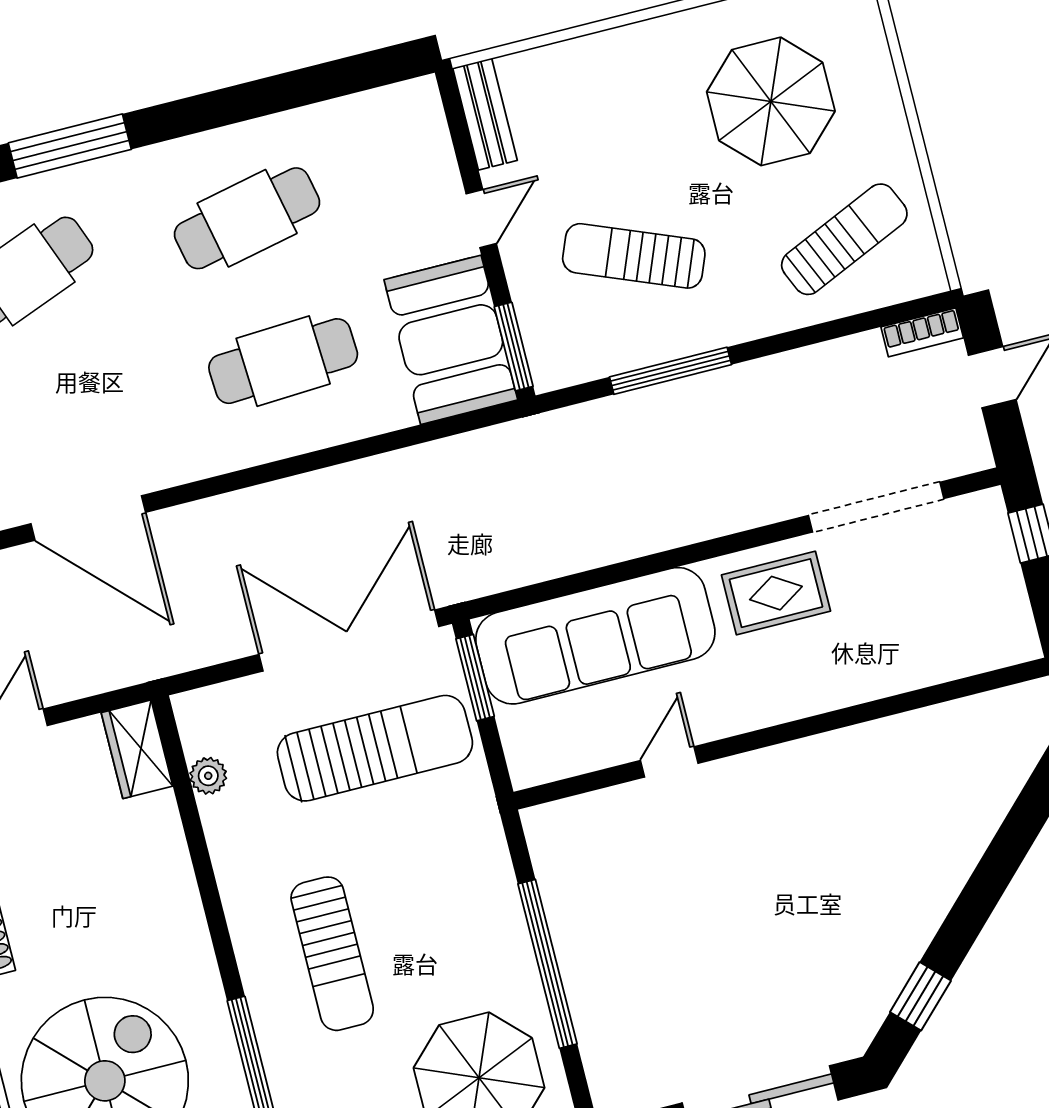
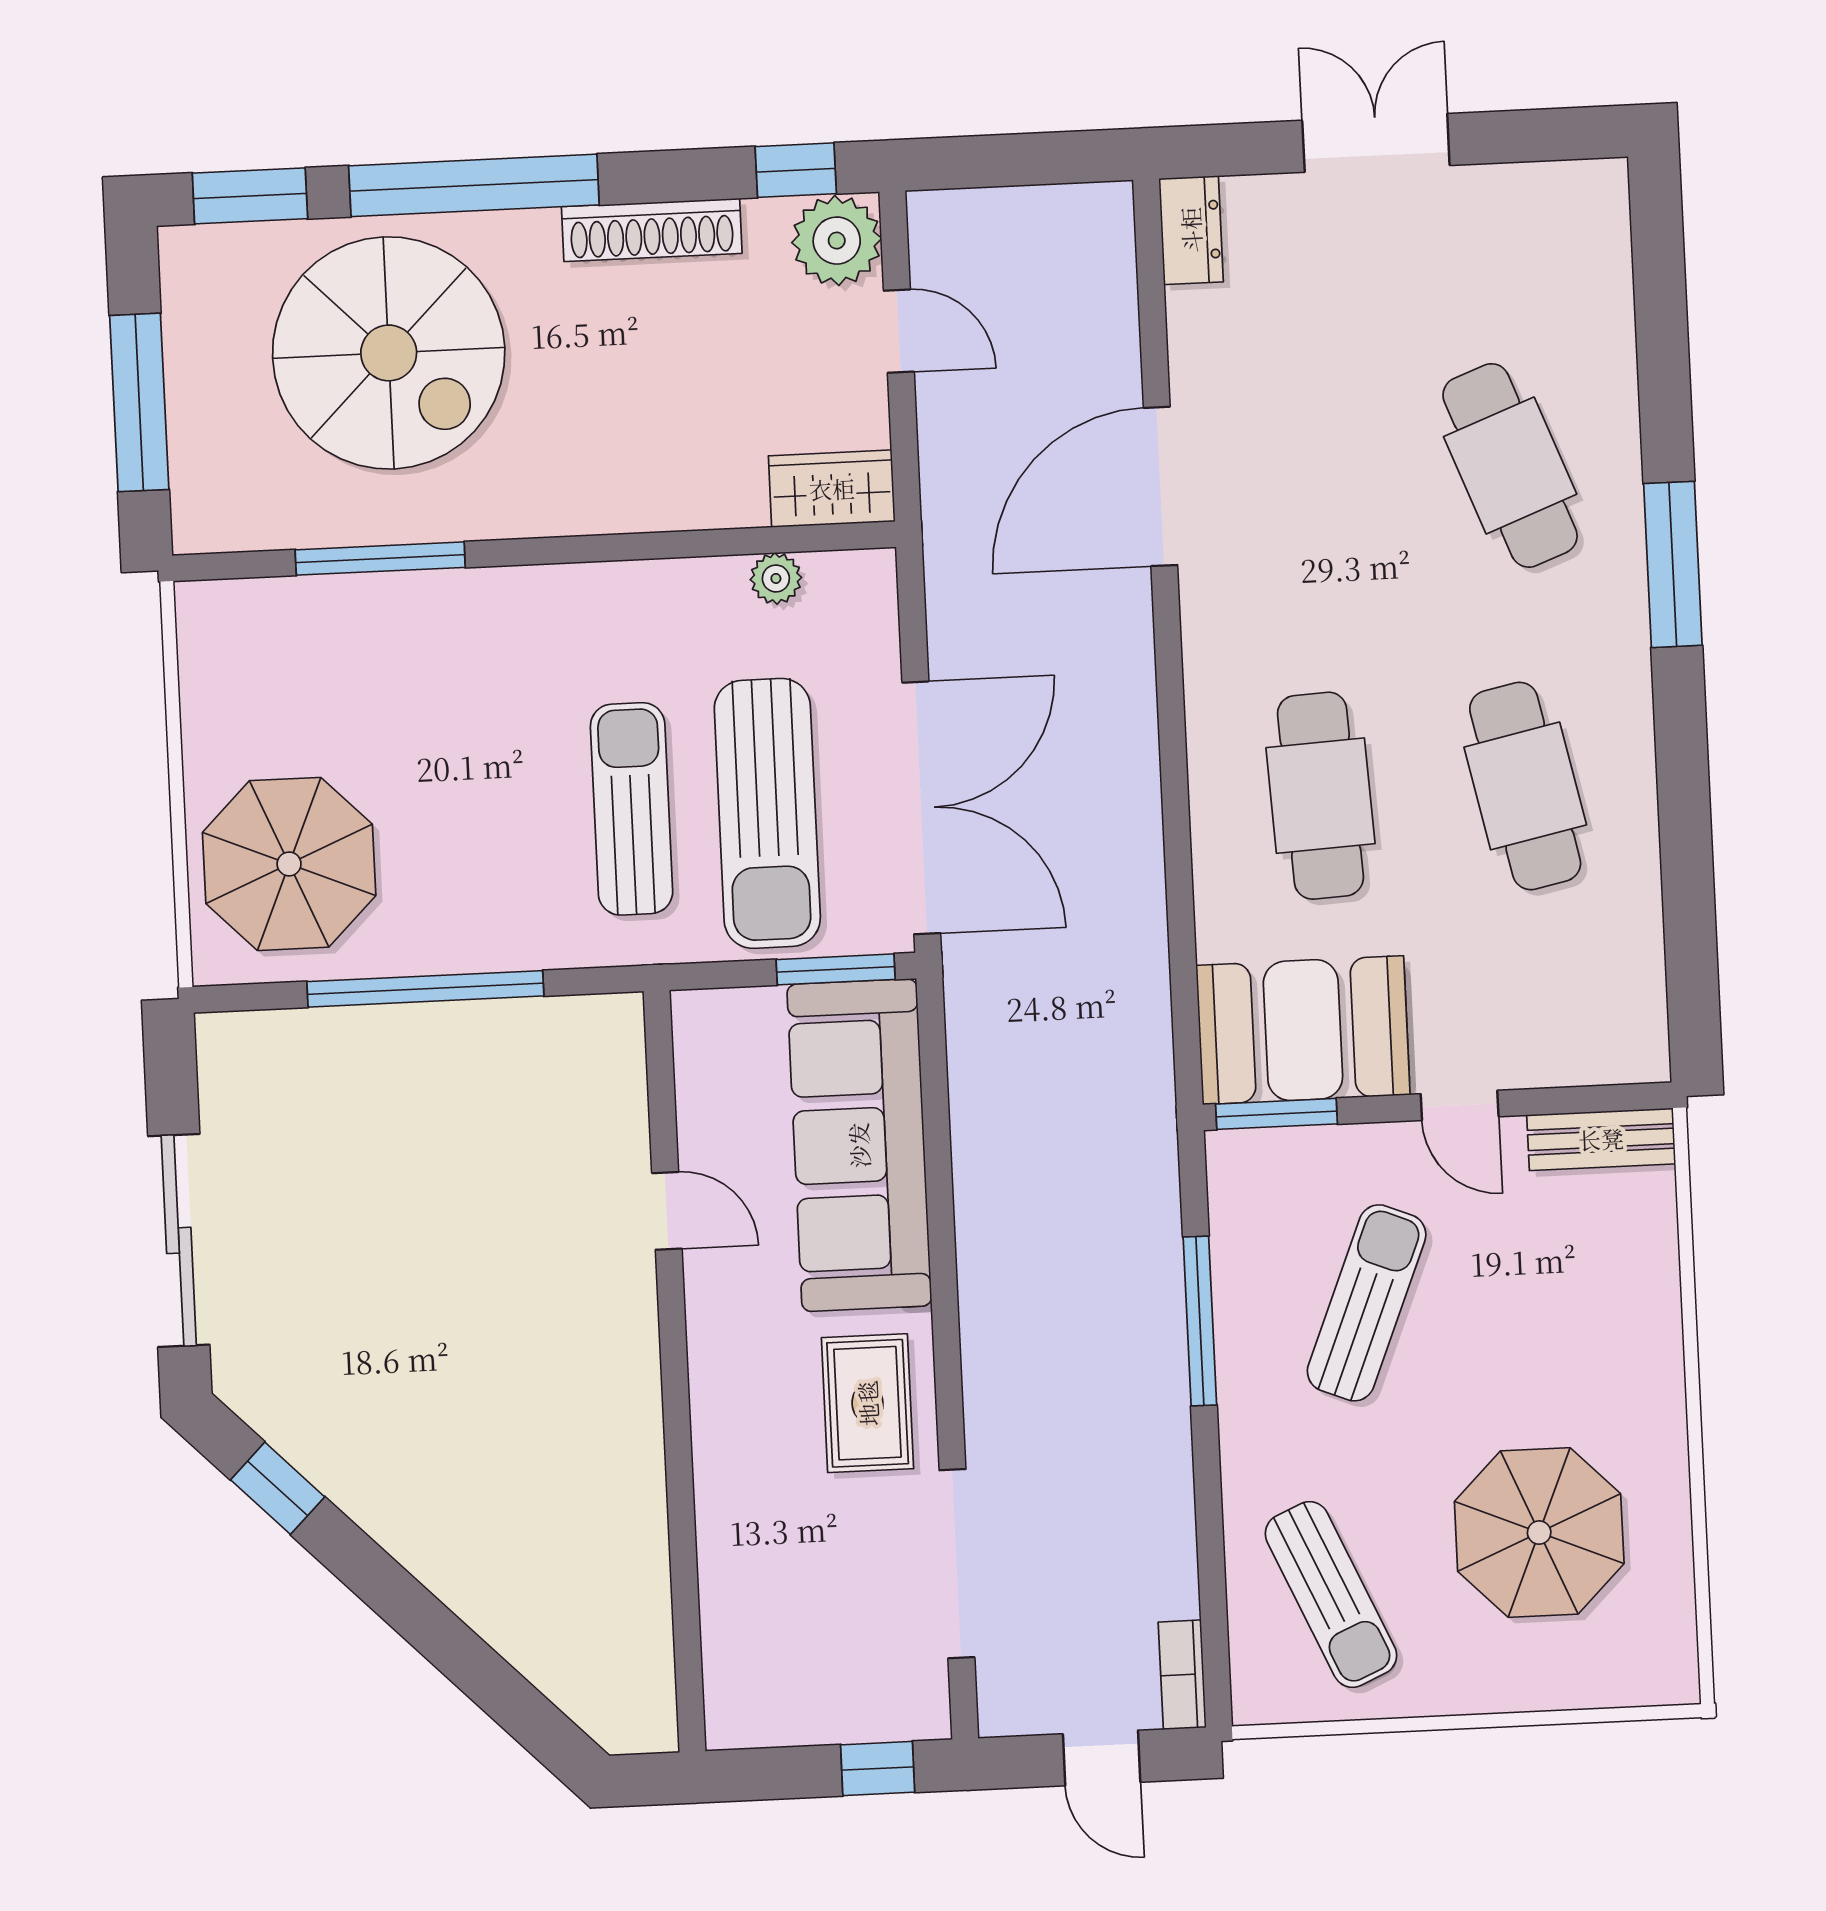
sun lounger: (332, 954) -> (632, 809), moved, turned 90

